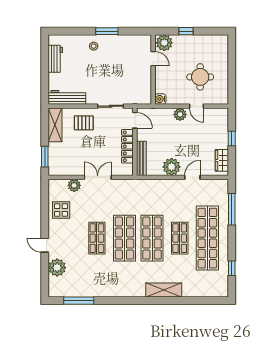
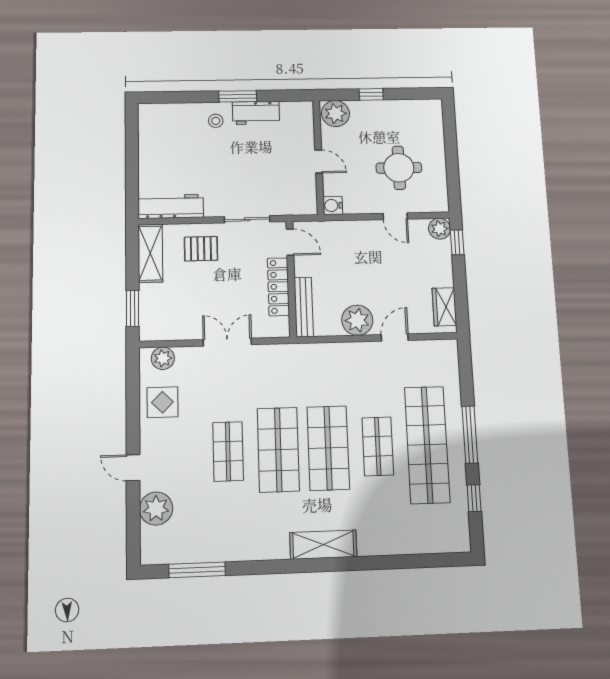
workbench: (55, 59) -> (256, 113), moved, turned 90
door: (153, 59) -> (319, 161), moved
plant: (180, 114) -> (440, 229), moved
window: (232, 138) -> (457, 242), moved
plant: (74, 185) -> (163, 358), moved
window: (232, 209) -> (470, 435), moved
shelving: (164, 290) -> (323, 545), moved

